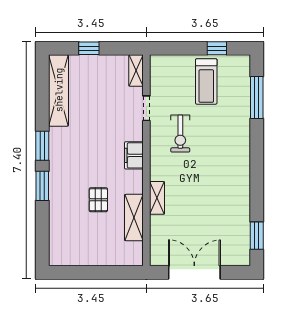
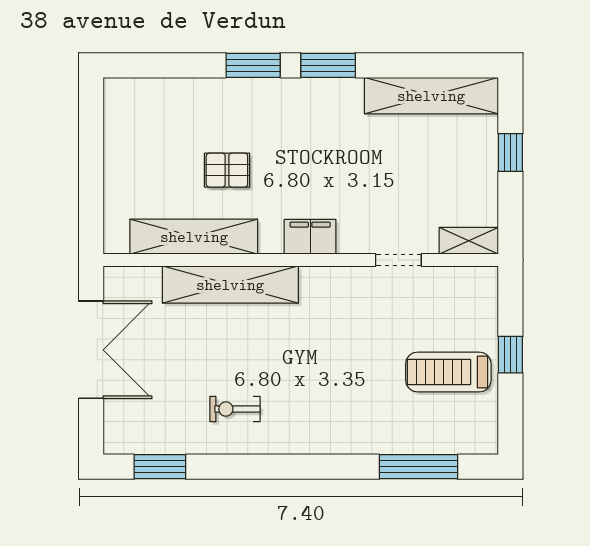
window: (217, 48) -> (510, 355), moved
exercise bike: (180, 134) -> (235, 409), moved, width x0.73, depth x0.72
shelving: (157, 198) -> (230, 285), width x2.20, depth x1.33
shelving: (134, 217) -> (194, 237), width x1.47

